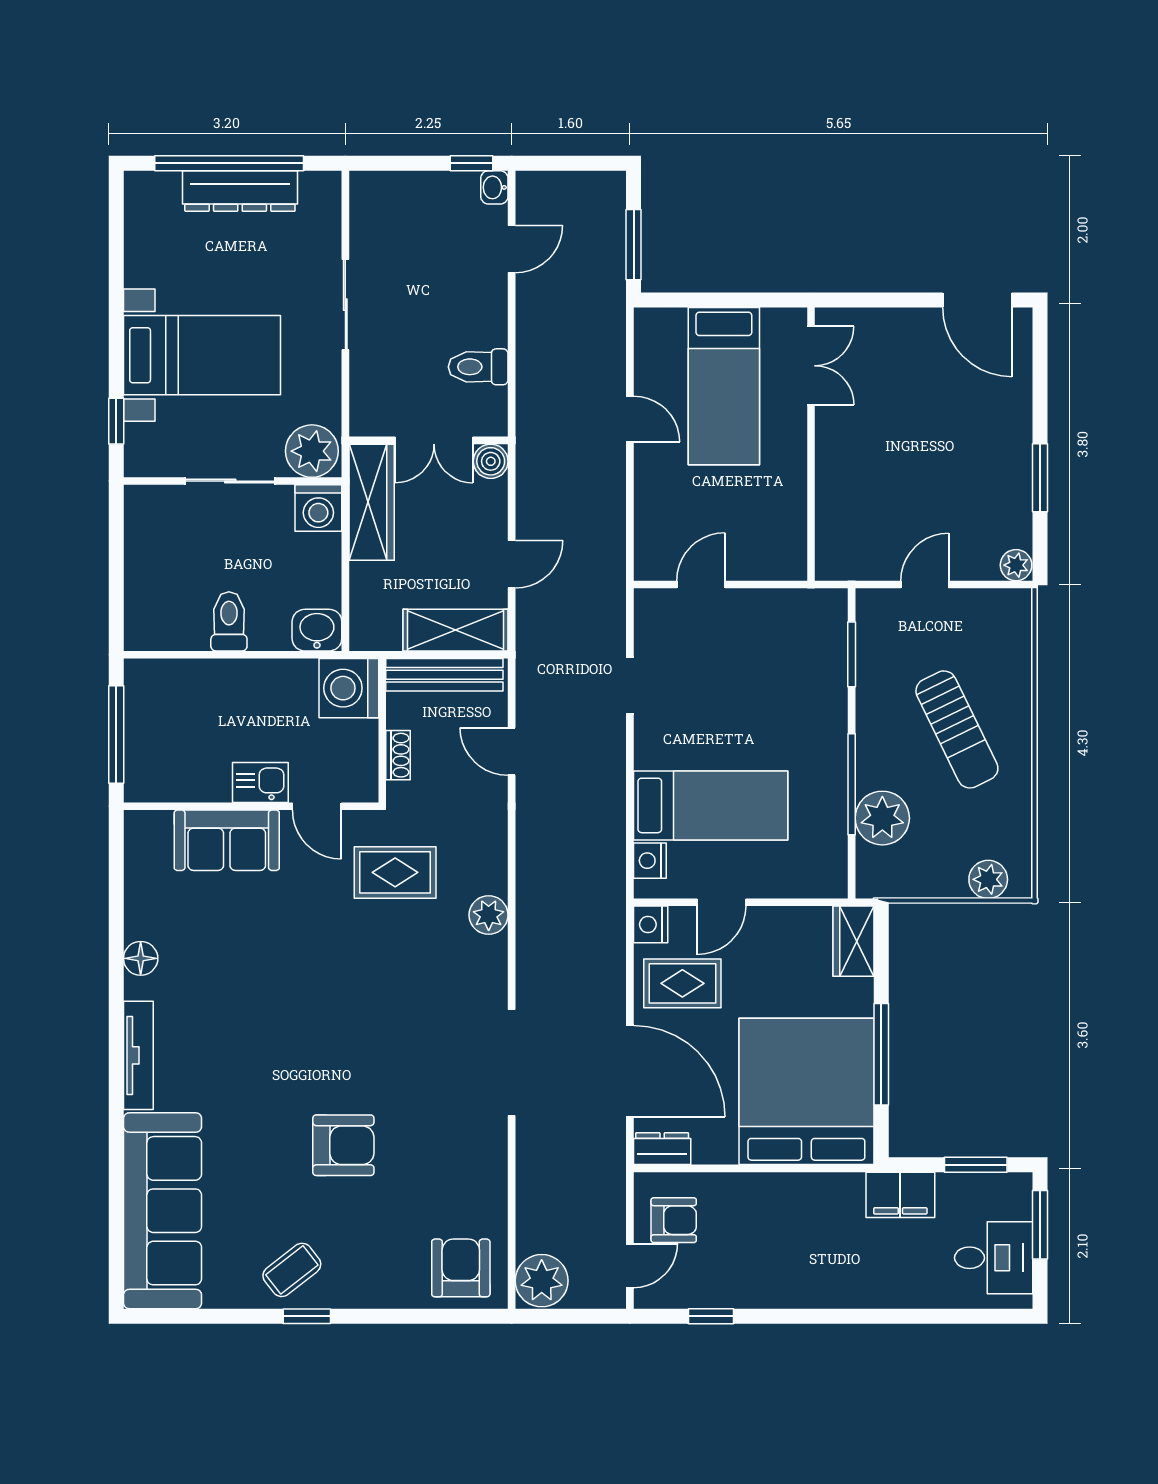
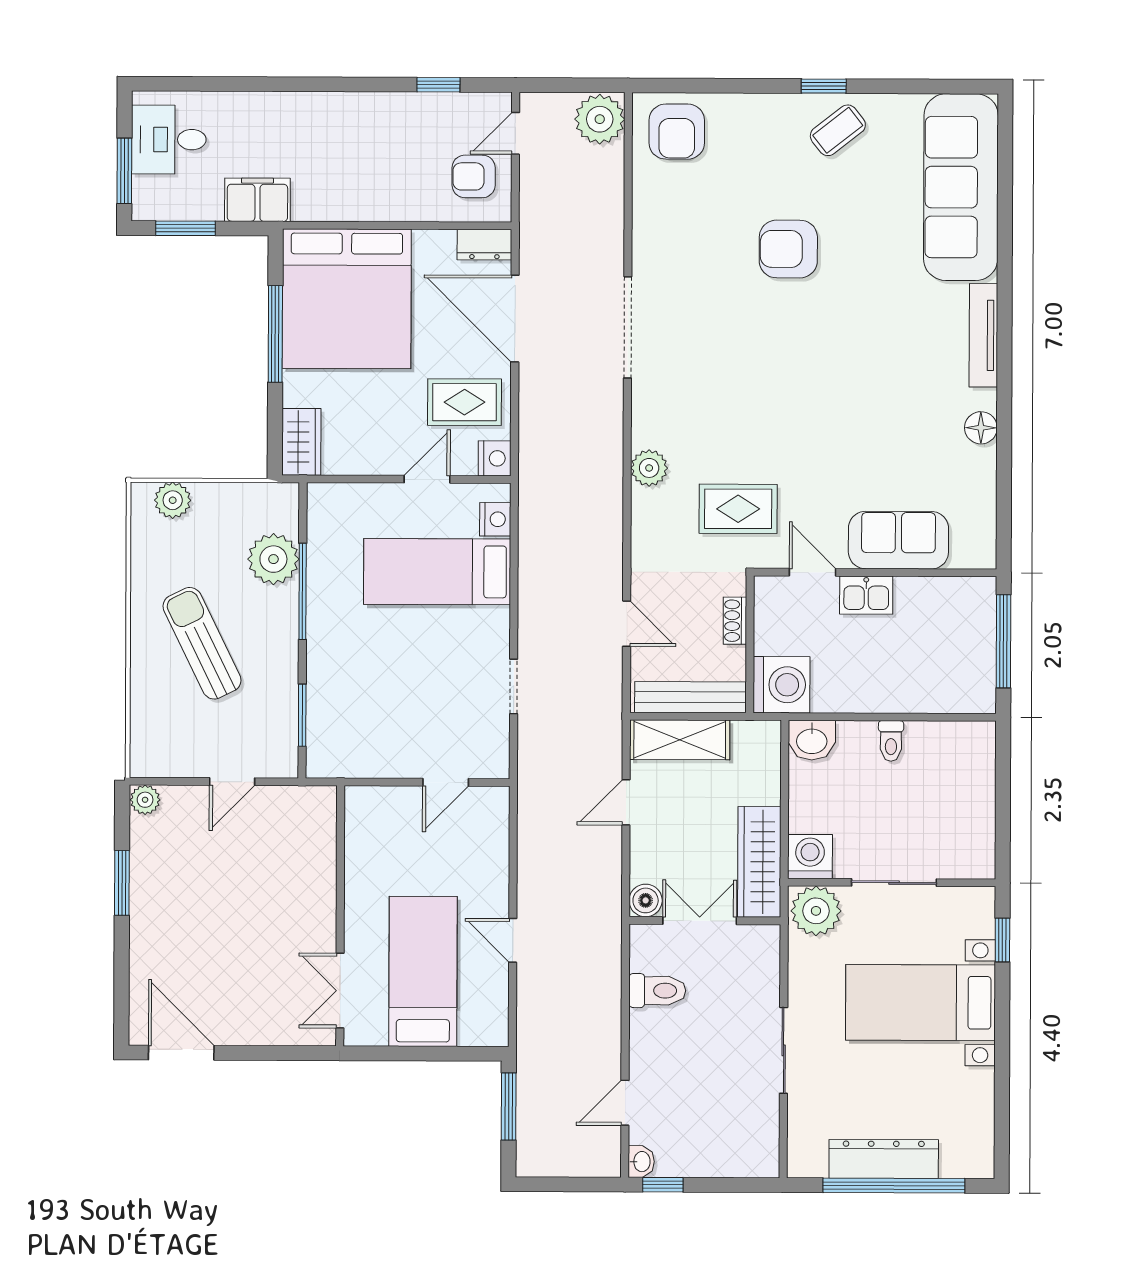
toilet: (229, 621) -> (891, 741), width x0.73, depth x0.72

